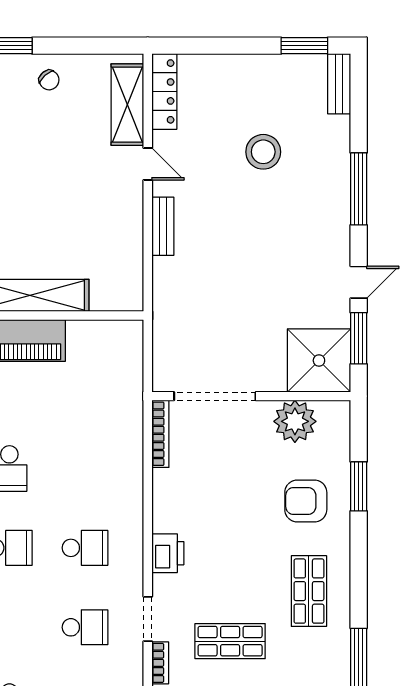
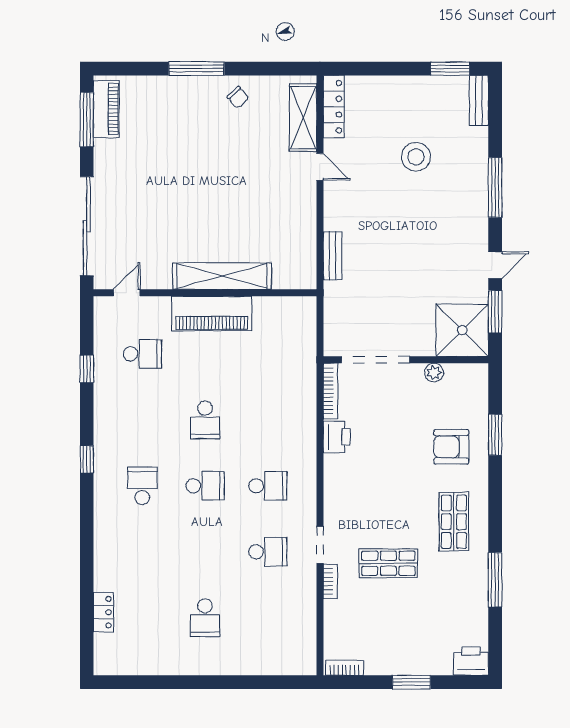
bench: (163, 226) -> (333, 256), moved
plant: (295, 421) -> (434, 372), width x0.53, depth x0.53
printer: (168, 553) -> (337, 437), moved

